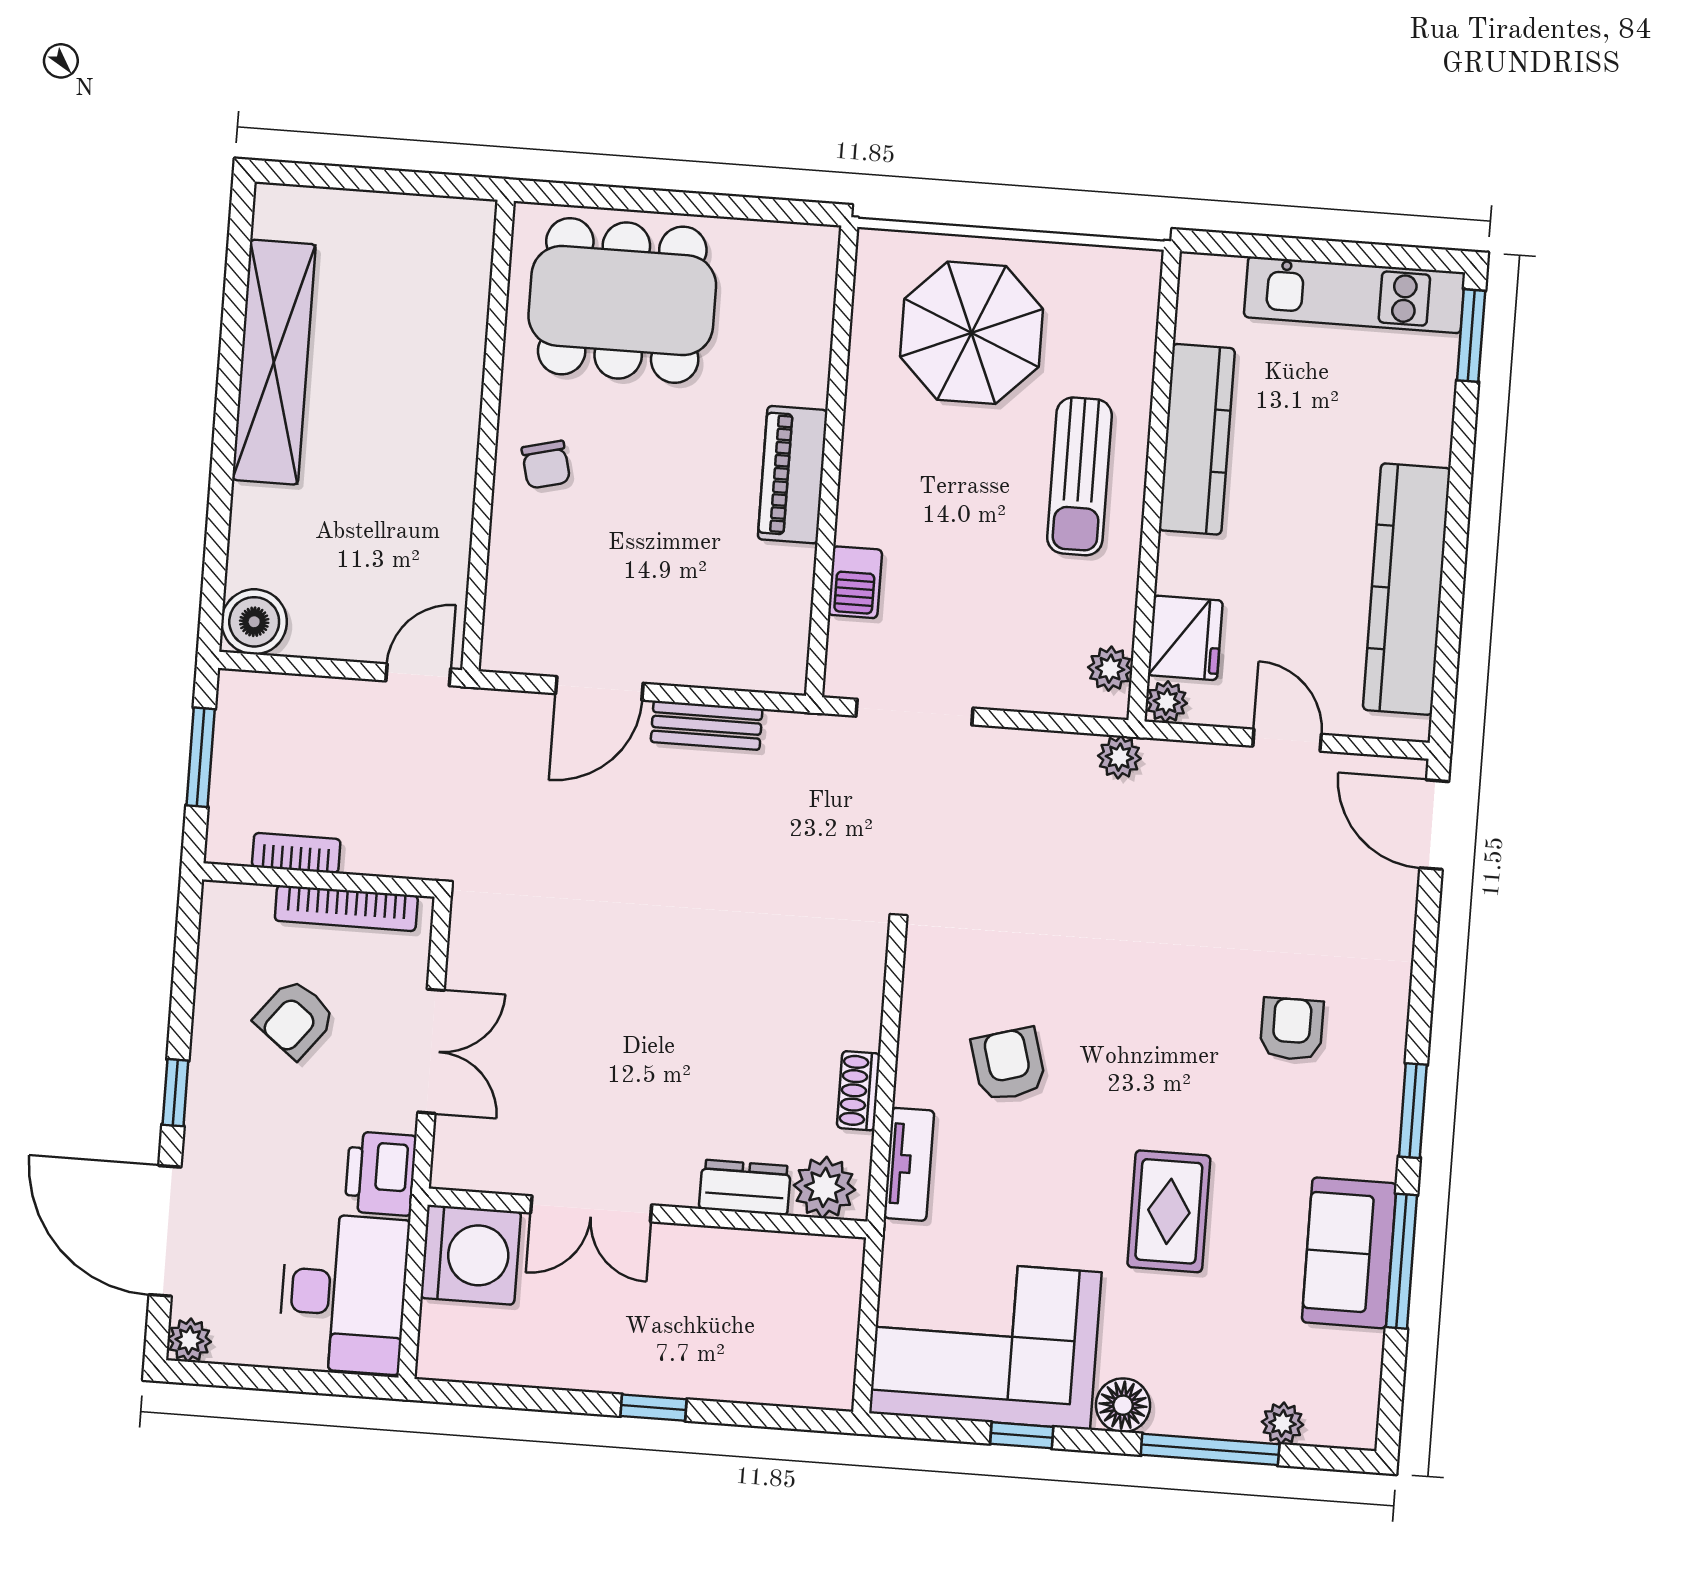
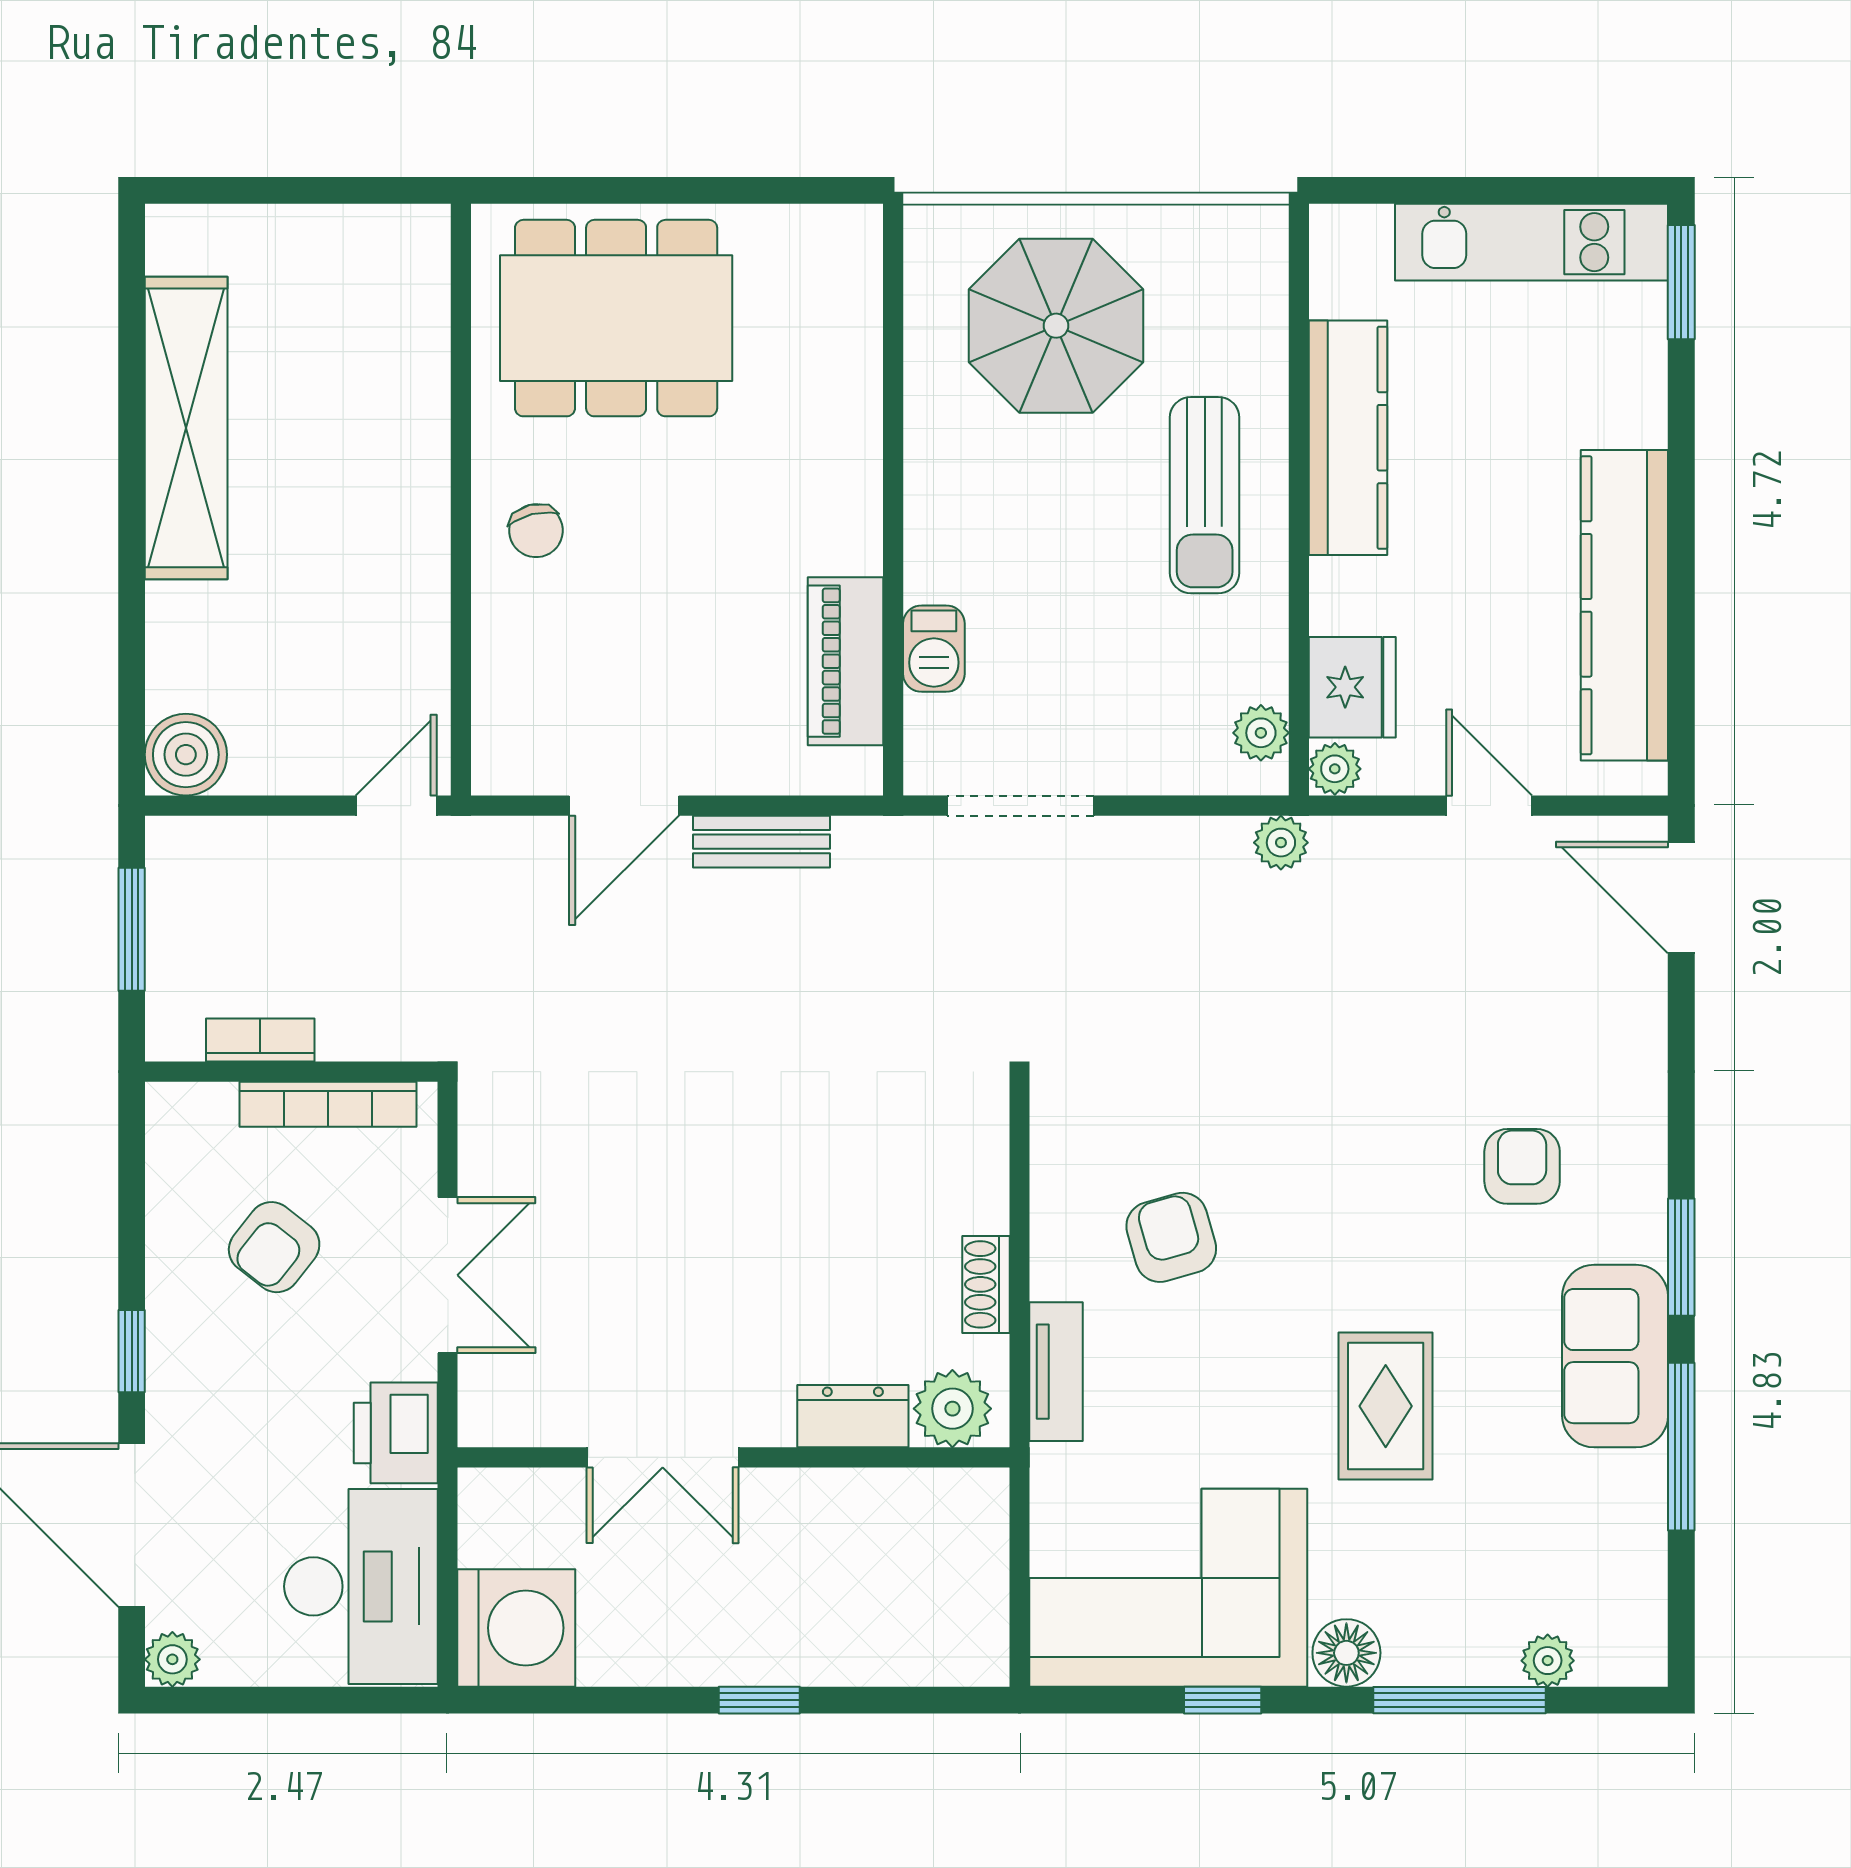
piano: (793, 475) -> (846, 661), moved
sofa: (1349, 1253) -> (1615, 1356), moved
washing machine: (471, 1255) -> (516, 1628), moved

